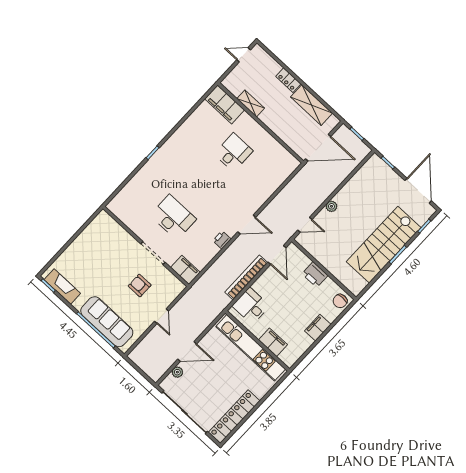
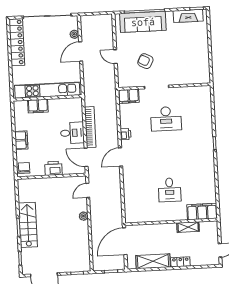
stairs: (384, 245) -> (28, 225), width x0.73, depth x0.66
armchair: (140, 285) -> (145, 61), turned -153
desk: (251, 306) -> (72, 133), moved

